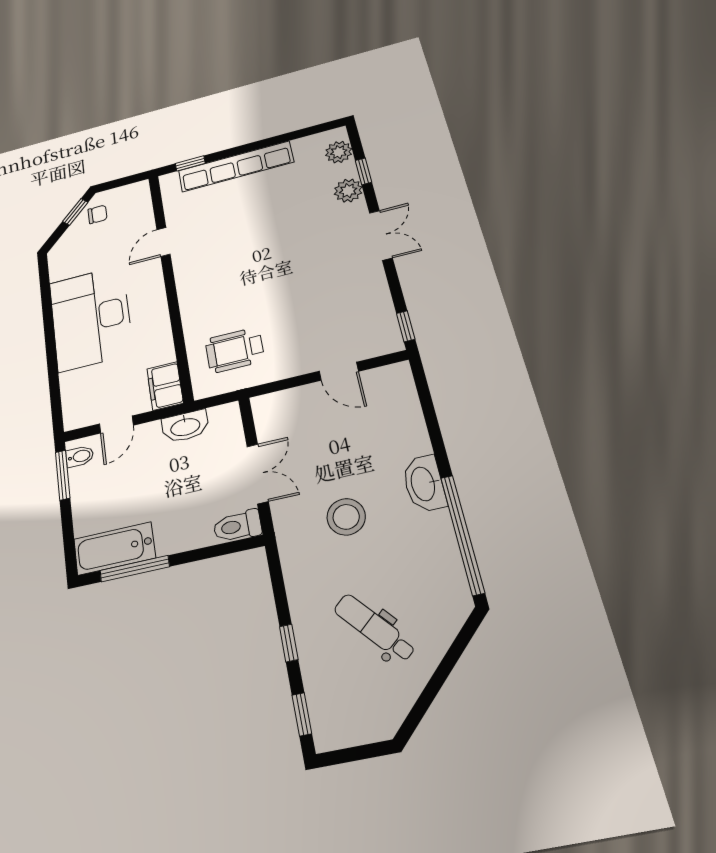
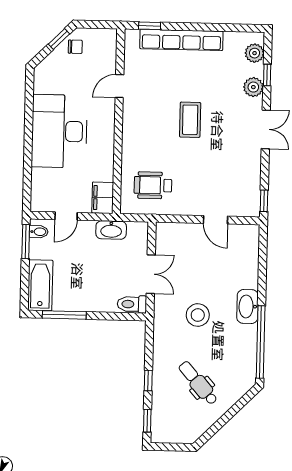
coffee table: (269, 254) -> (190, 120), added
bathtub: (114, 548) -> (40, 285), moved, turned 90

